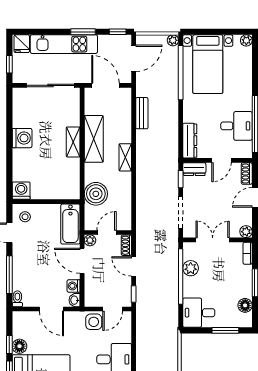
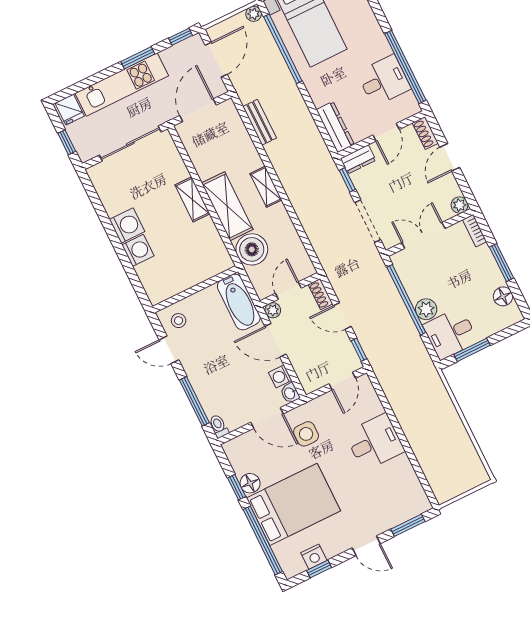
door: (105, 85) -> (198, 110), hinge flipped
shelving: (94, 139) -> (227, 206), moved
washing machine: (21, 191) -> (138, 250), moved, turned 90
plant: (191, 268) -> (426, 309), moved
side table: (94, 322) -> (306, 434), moved
window: (225, 330) -> (472, 350), moved

